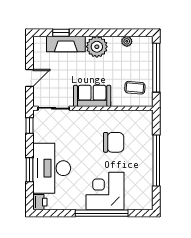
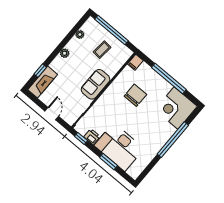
fireplace: (66, 44) -> (43, 82), moved
plant: (97, 47) -> (65, 53), width x0.53, depth x0.53
coffee table: (135, 88) -> (102, 50), moved
filing cabinet: (145, 116) -> (135, 62), added
corner desk: (105, 191) -> (176, 108), moved
printer: (40, 202) -> (92, 137), moved

